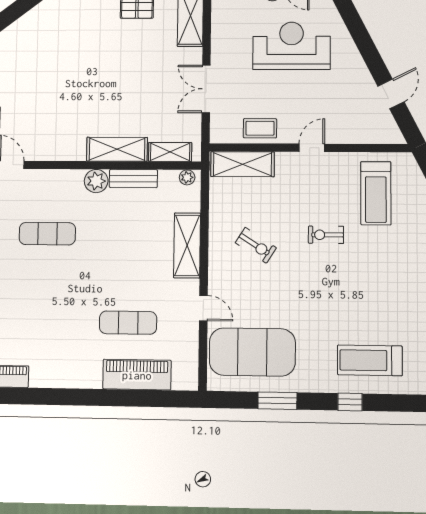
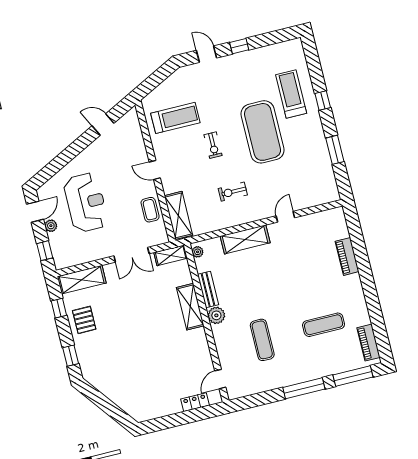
reception desk: (292, 46) -> (86, 202), turned 180
shelving: (170, 152) -> (171, 255), moved, turned 90
exercise bike: (256, 245) -> (233, 192), turned -123
exercise mat: (128, 323) -> (324, 325), moved, turned 90
exercise mat: (252, 352) -> (263, 132), moved
treadmill: (370, 360) -> (291, 94), turned 180
piano: (137, 375) -> (347, 256), width x0.73, depth x0.75

